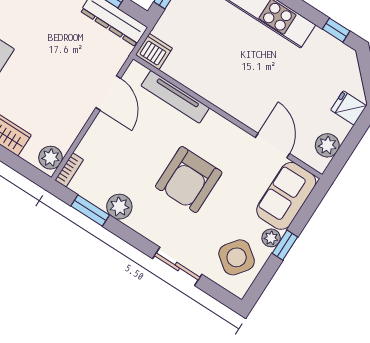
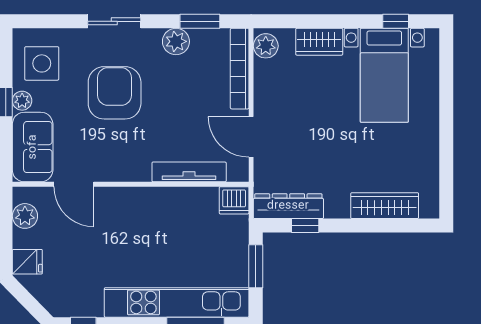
bookcase: (69, 170) -> (240, 69), width x2.31, depth x1.31
armchair: (189, 180) -> (115, 93), moved
side table: (237, 257) -> (42, 63), turned -37
sliding door: (177, 266) -> (114, 21), moved

